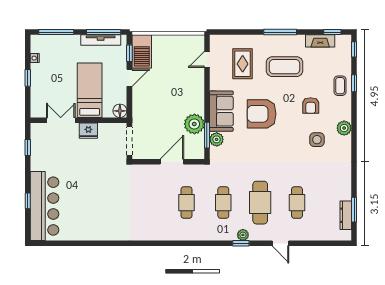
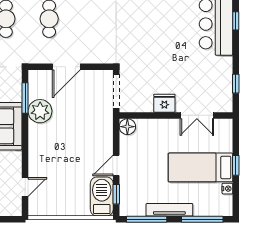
tv unit: (101, 40) -> (169, 210), moved
bed: (90, 90) -> (200, 167), moved, turned 90
plant: (217, 139) -> (14, 93), removed

